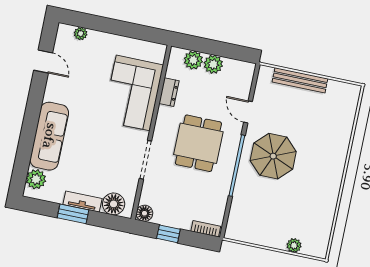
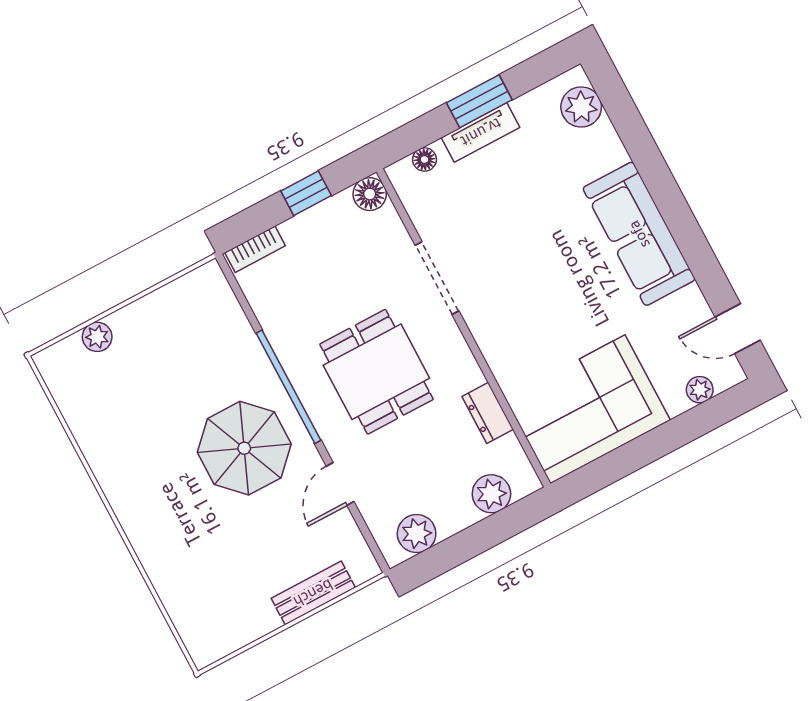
door: (43, 62) -> (738, 329), moved
plant: (213, 64) -> (417, 534), moved
bench: (300, 80) -> (313, 593), width x0.73
corner sofa: (133, 93) -> (588, 409), moved, turned -90
door: (248, 112) -> (340, 484), swing flipped
sofa: (49, 136) -> (639, 234), moved
floor lamp: (114, 204) -> (425, 159), width x0.53, depth x0.53

